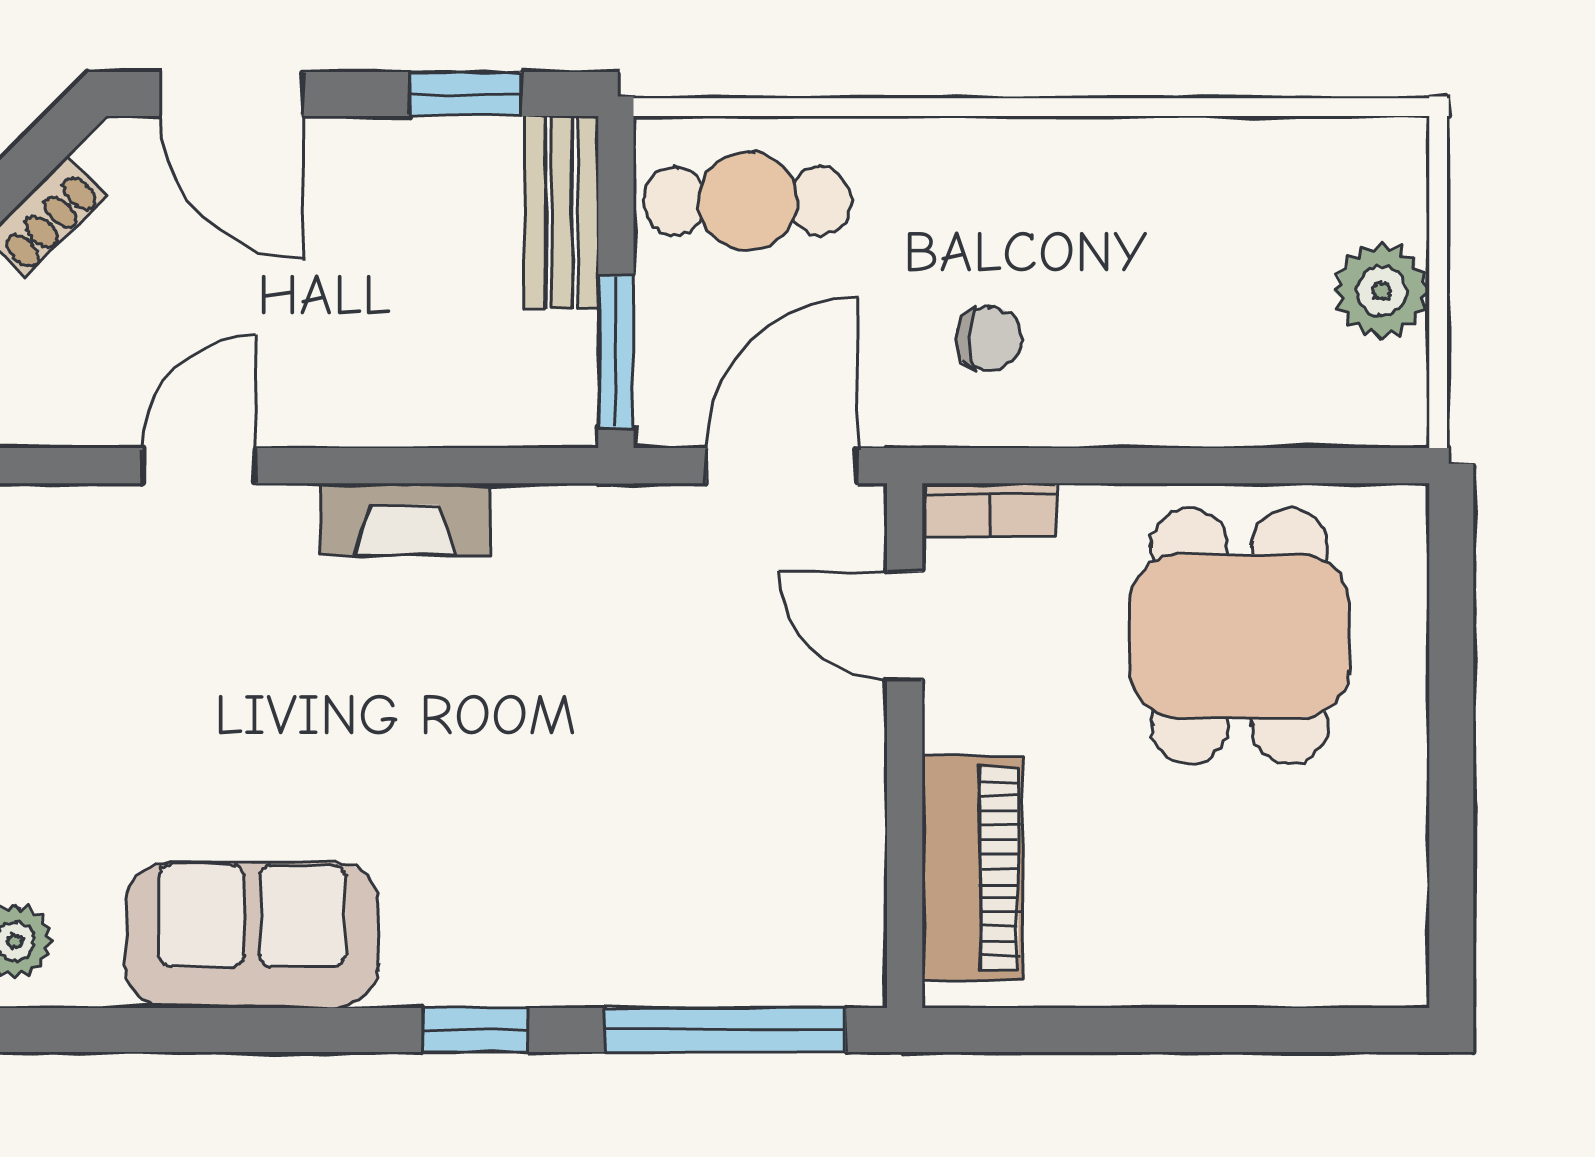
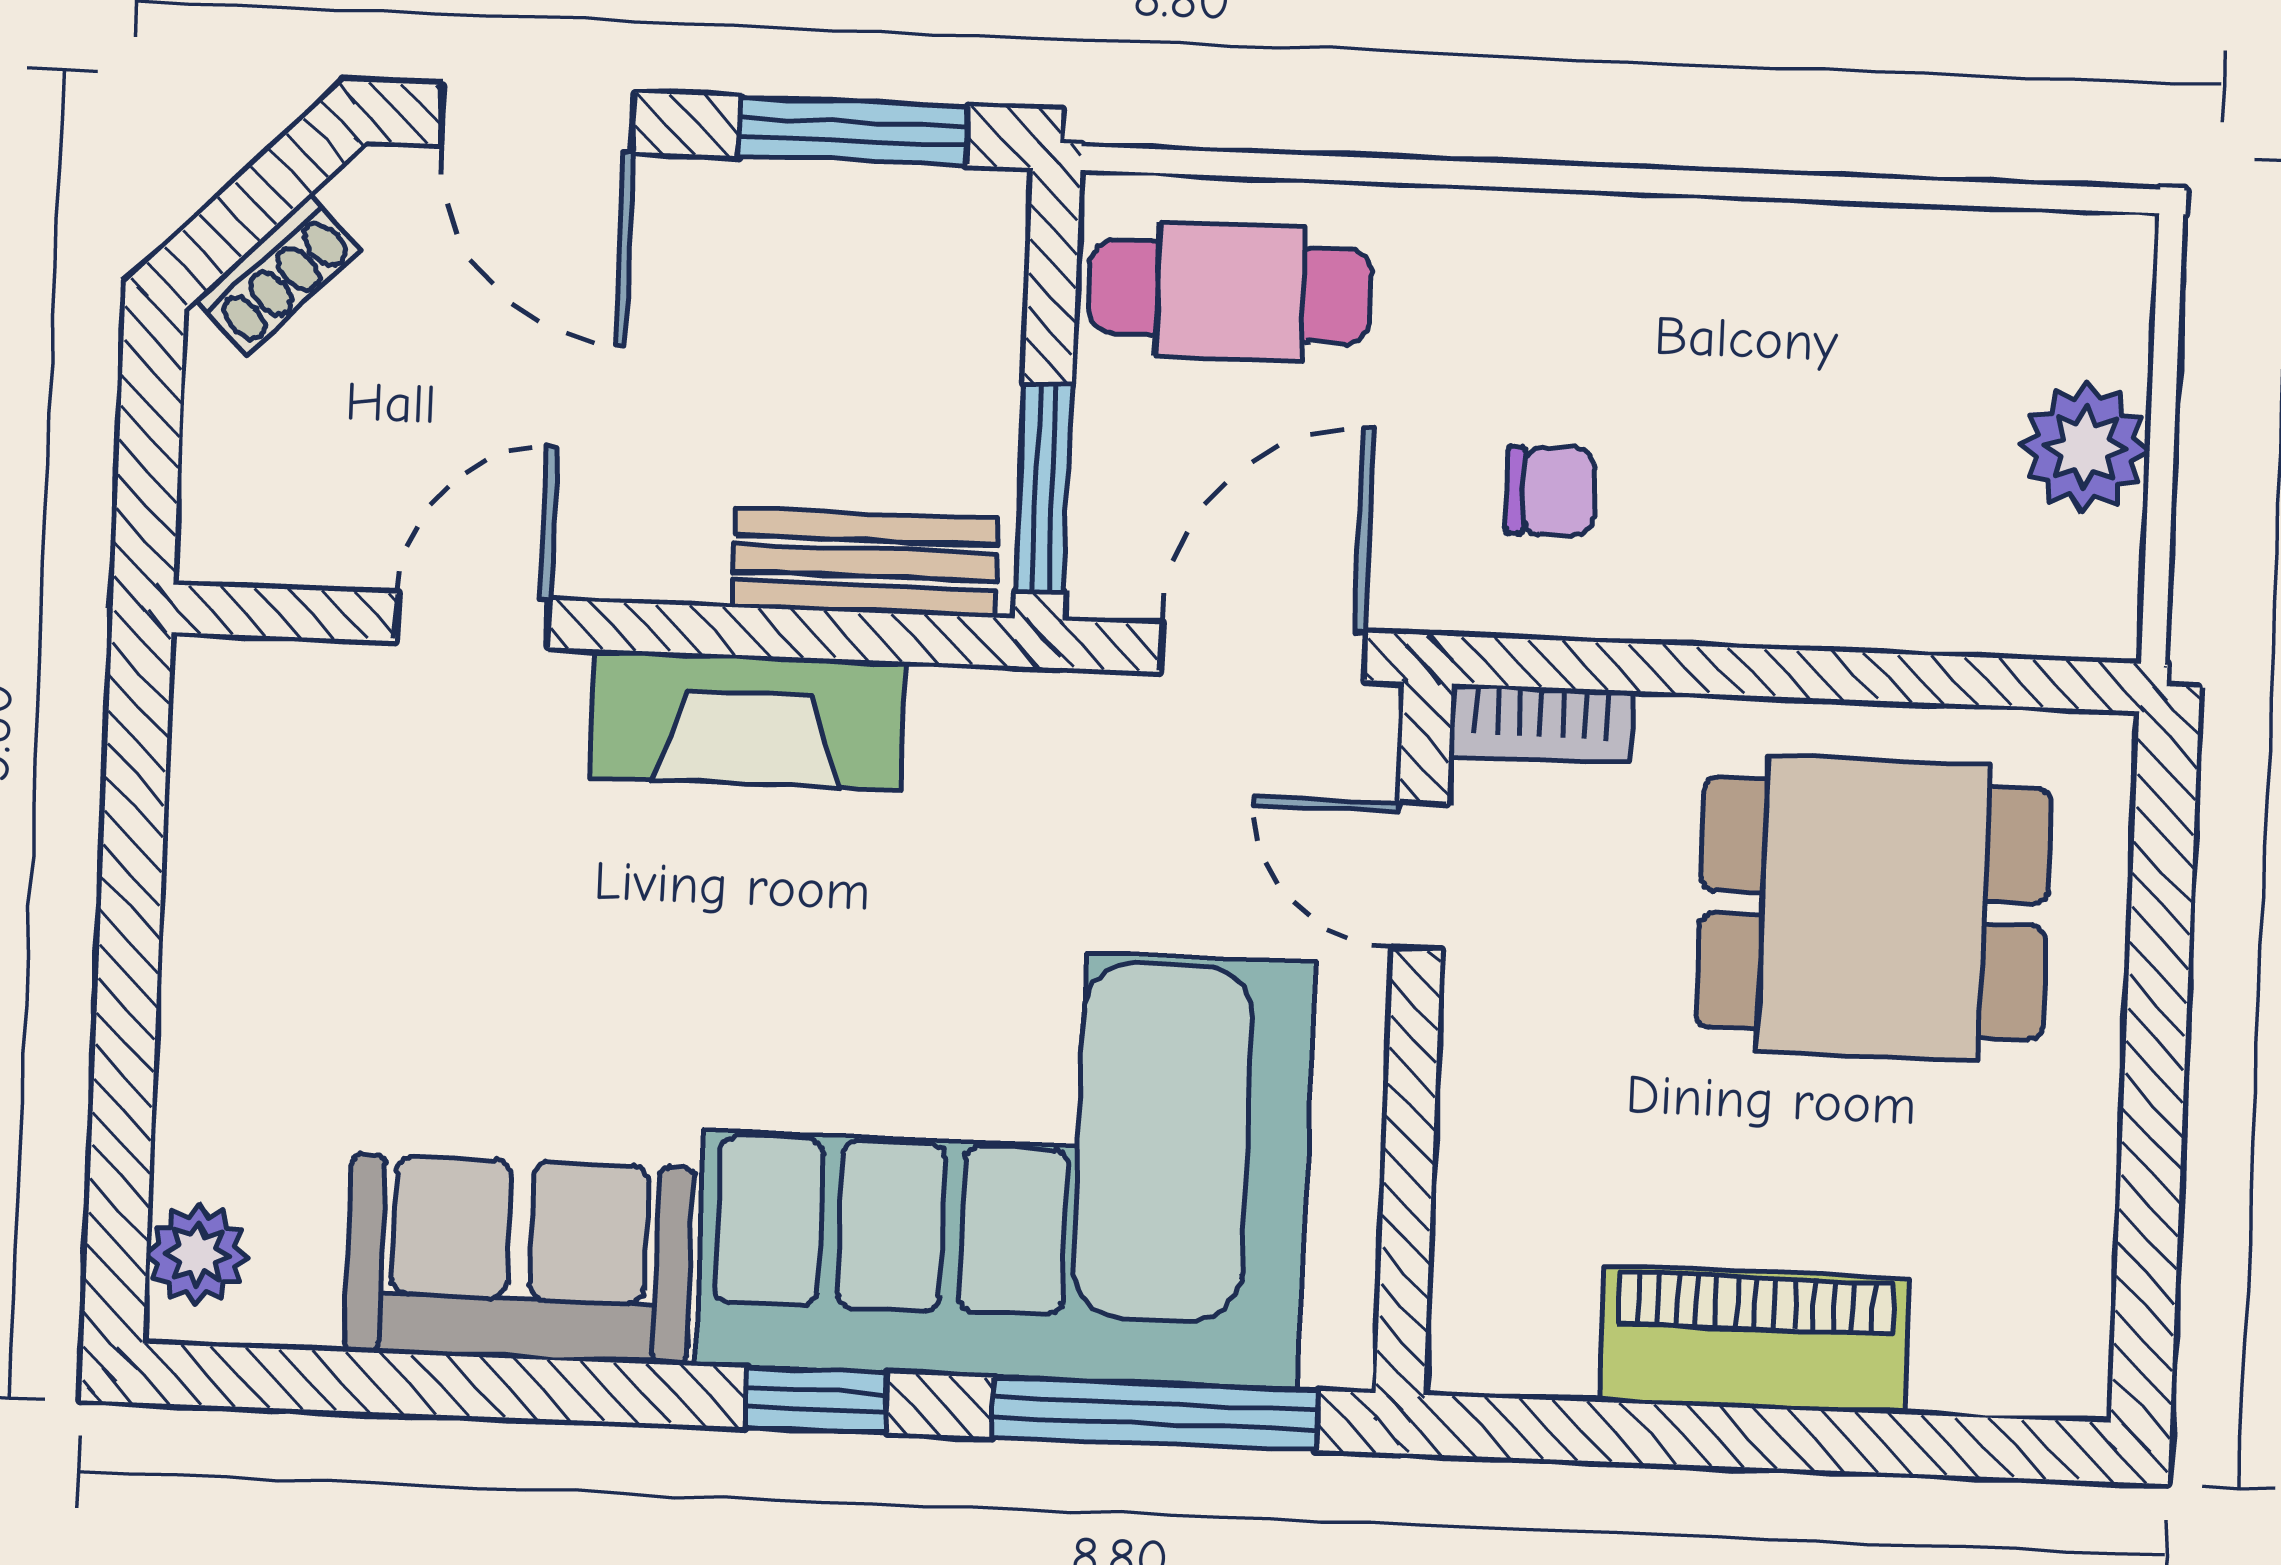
window: (465, 94) -> (854, 131), width x1.50
bench: (561, 212) -> (865, 562), moved, turned 90
fireplace: (405, 519) -> (748, 720), width x1.37, depth x1.32
dining table: (1239, 636) -> (1874, 908), turned 90
corner sofa: (607, 850) -> (1005, 1164), added
piano: (972, 868) -> (1754, 1340), moved, turned -90

